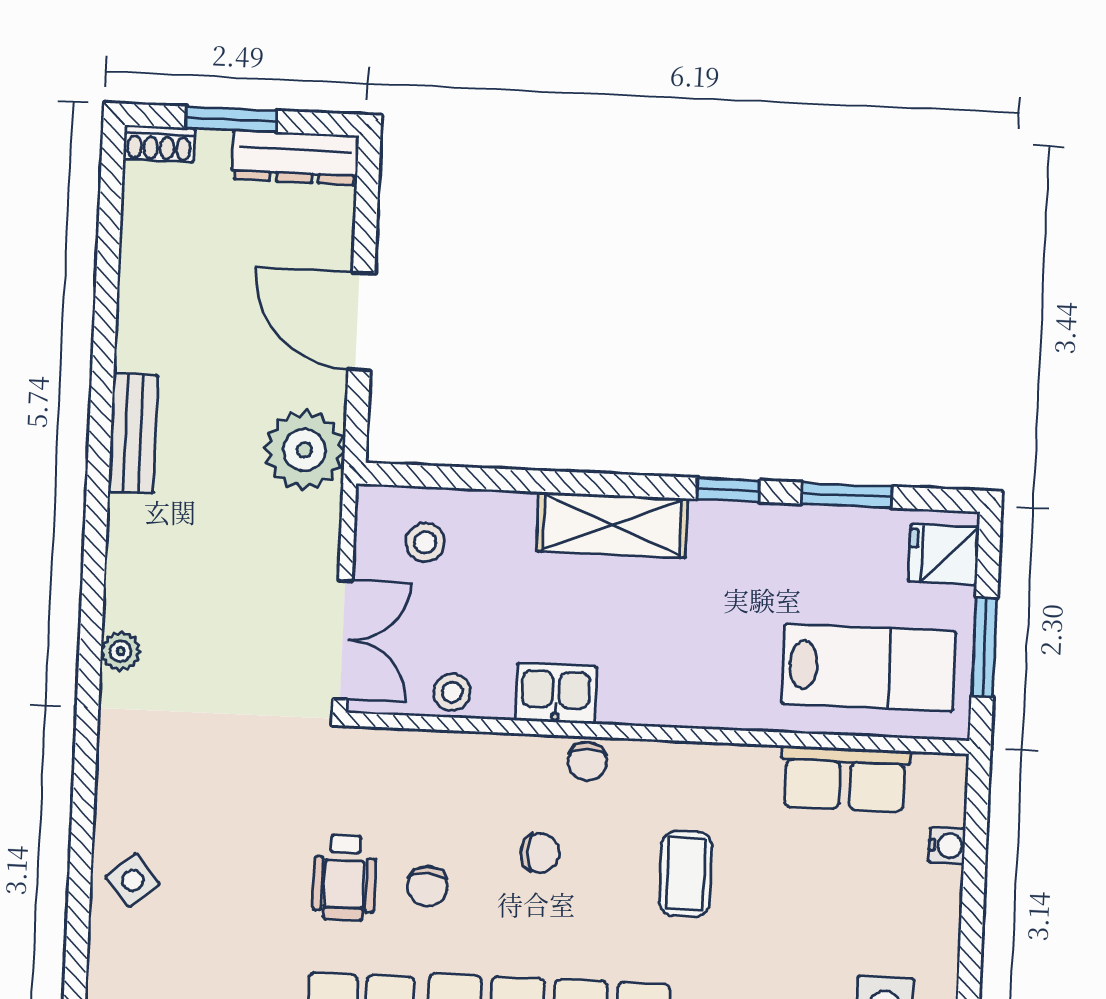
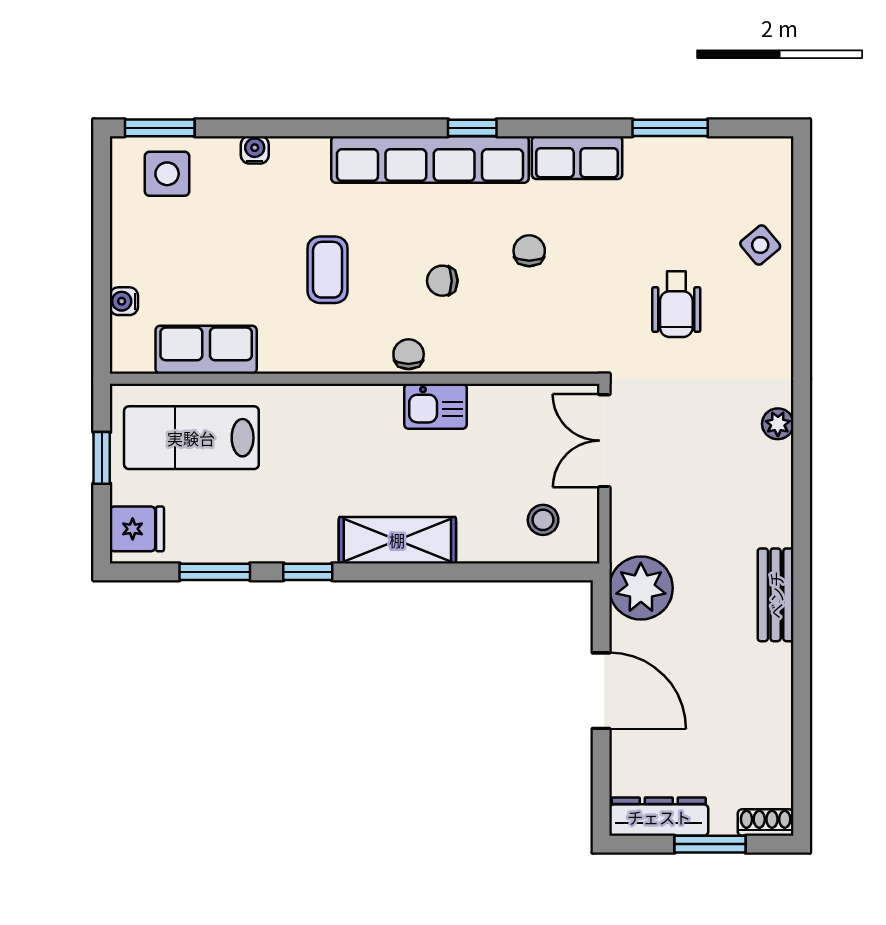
window: (984, 647) -> (102, 458), width x0.67
stool: (452, 692) -> (517, 404), removed
wheelchair: (344, 878) -> (676, 304), moved, turned 180

